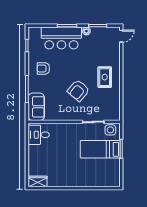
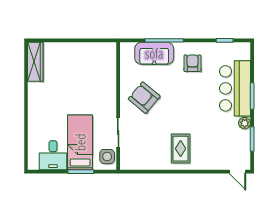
rug: (105, 77) -> (181, 149), turned 90
armchair: (78, 90) -> (144, 98), moved
sofa: (36, 107) -> (154, 53), moved
desk: (39, 135) -> (53, 155), moved, turned 180
wardrobe: (38, 181) -> (35, 62), width x1.50

